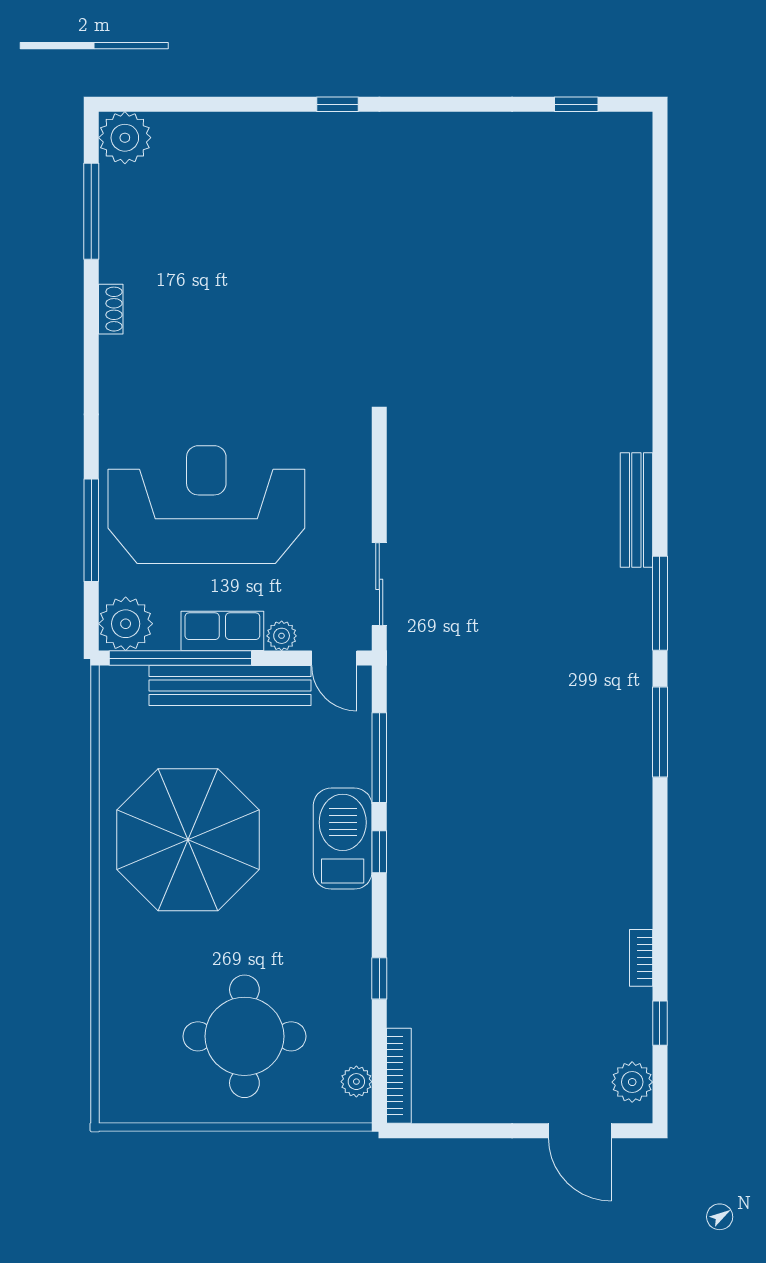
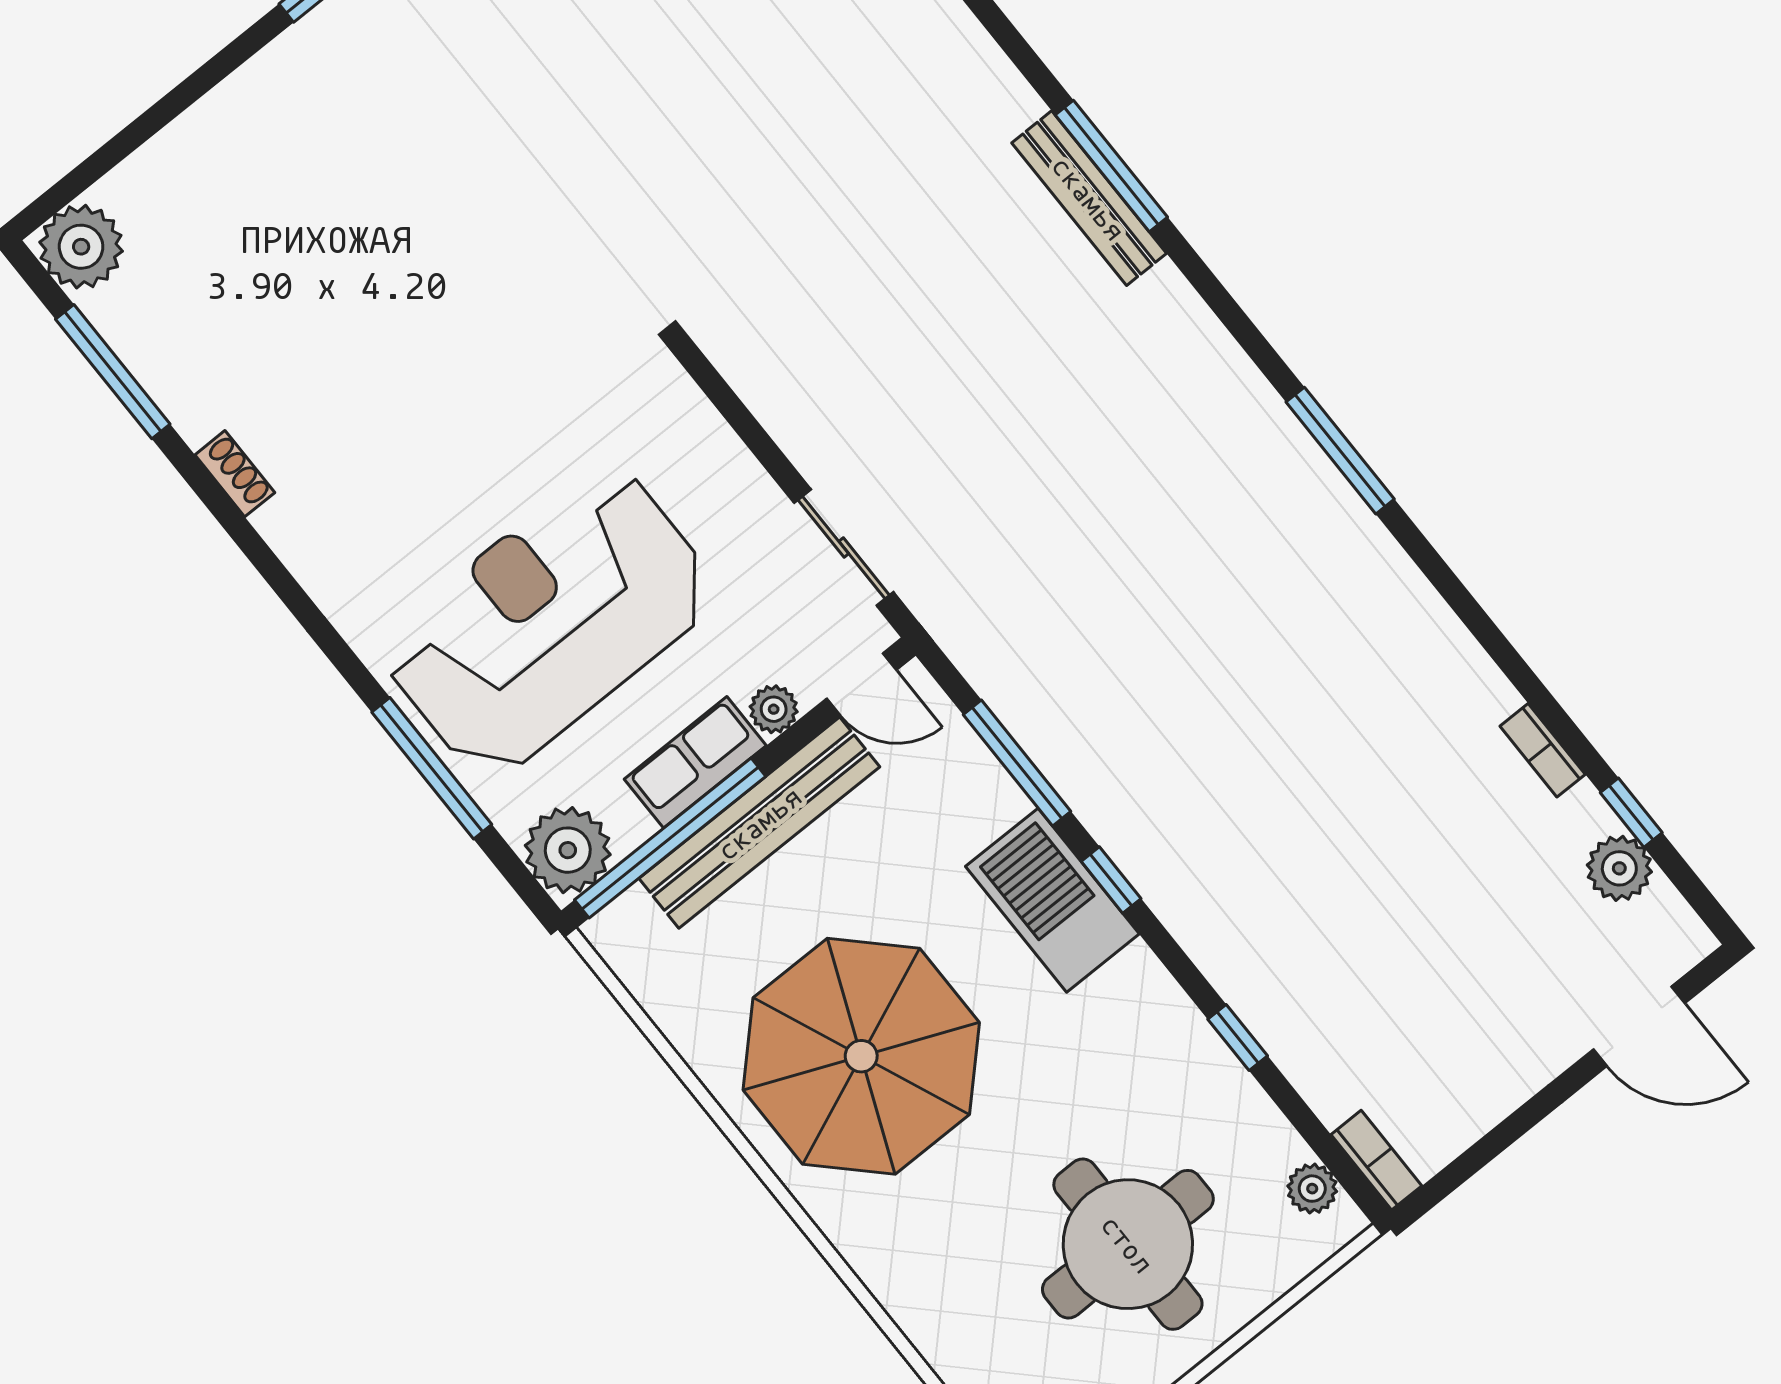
window: (660, 603) -> (1111, 166), moved
bookcase: (399, 1076) -> (1376, 1160), width x0.64
plant: (632, 1082) -> (1619, 868), moved

